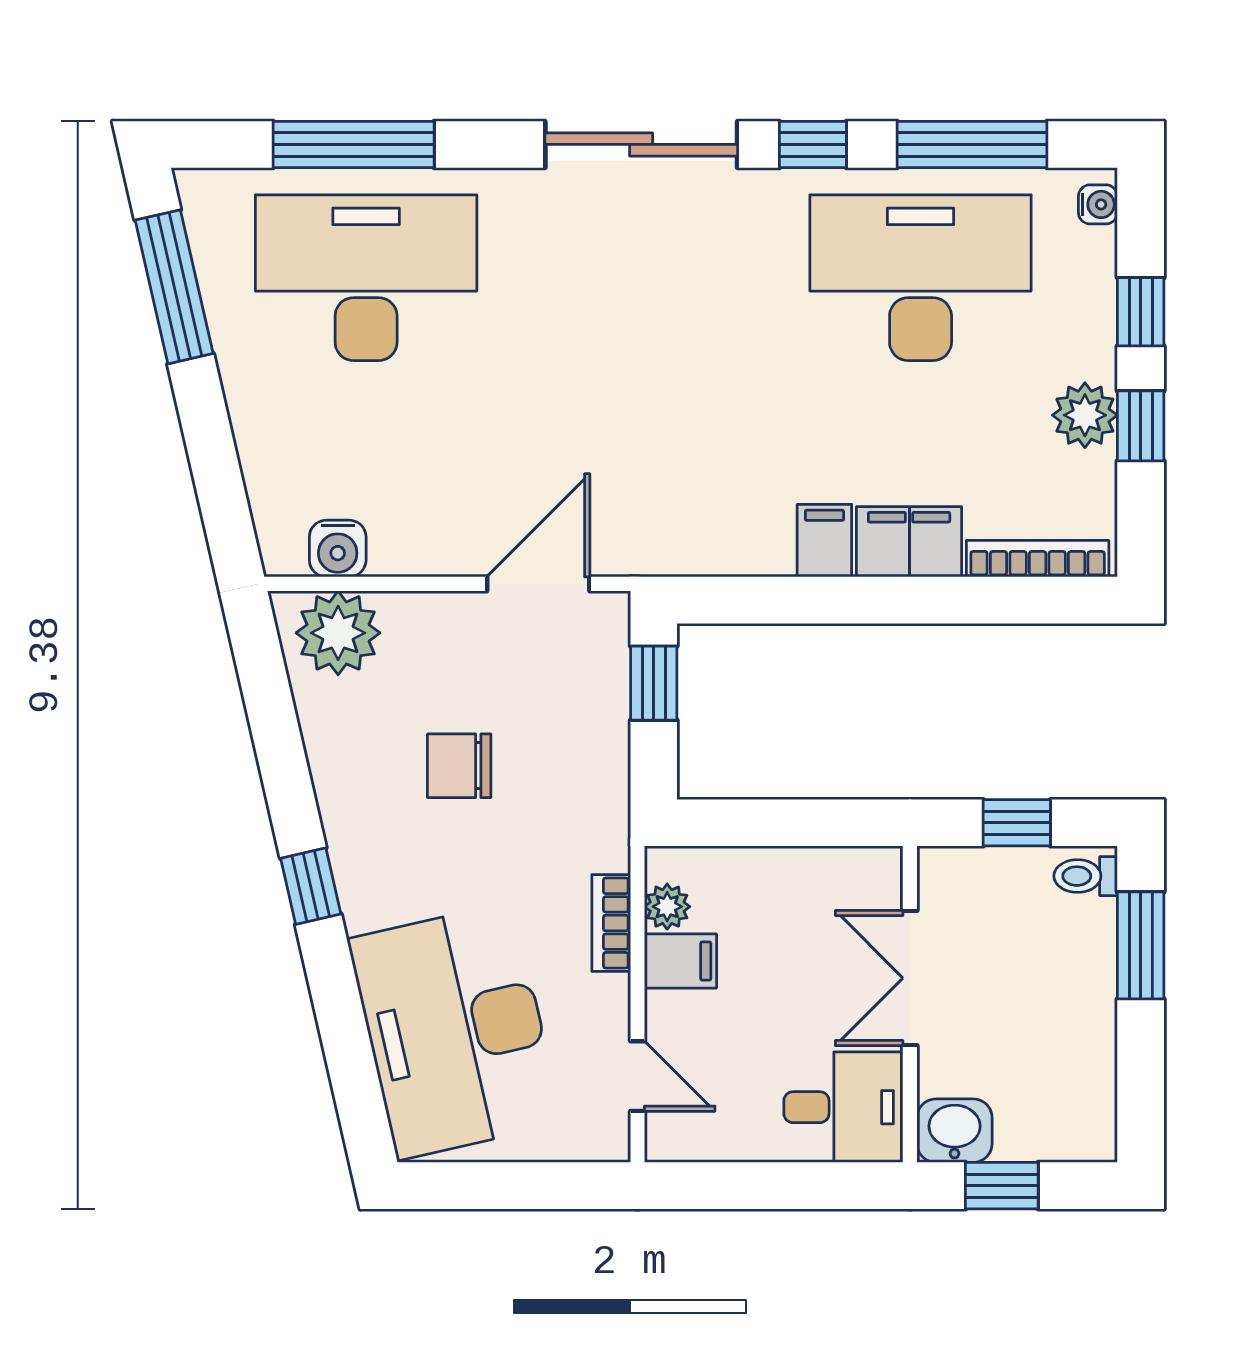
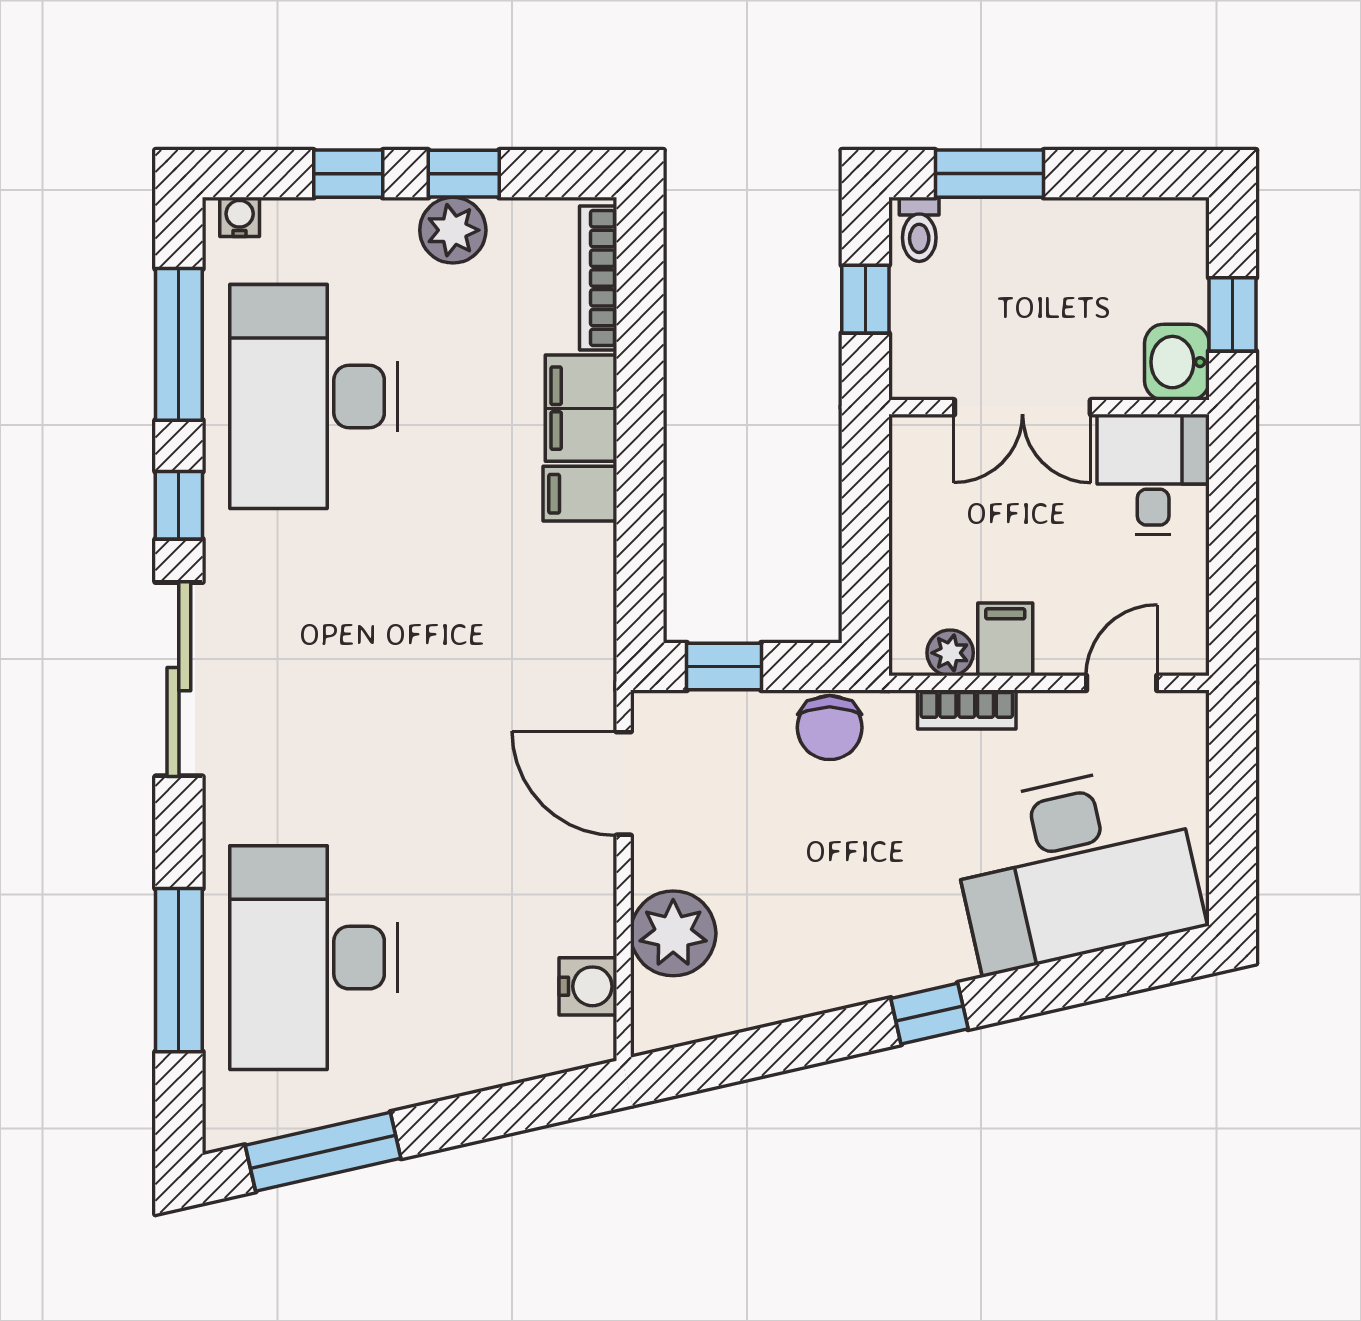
plant: (338, 633) -> (673, 933), moved
chair: (459, 766) -> (830, 728), moved

